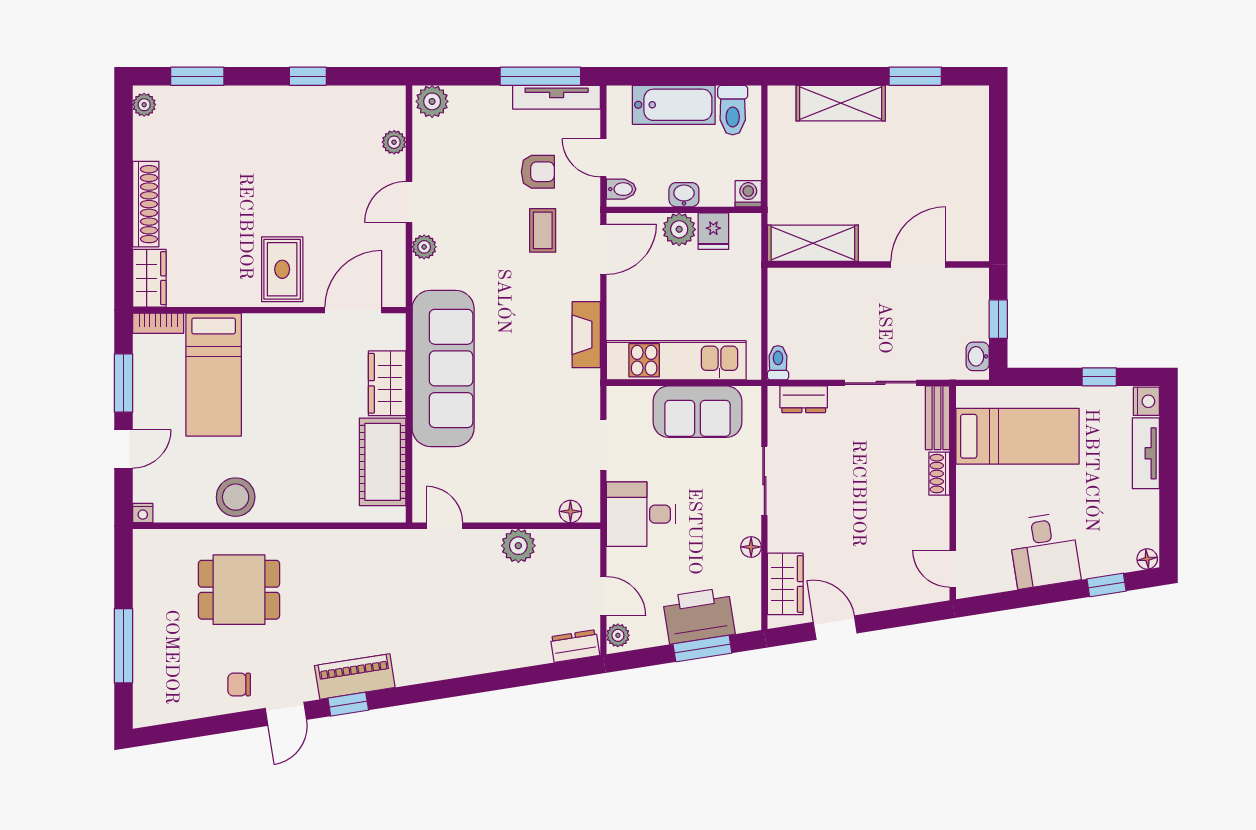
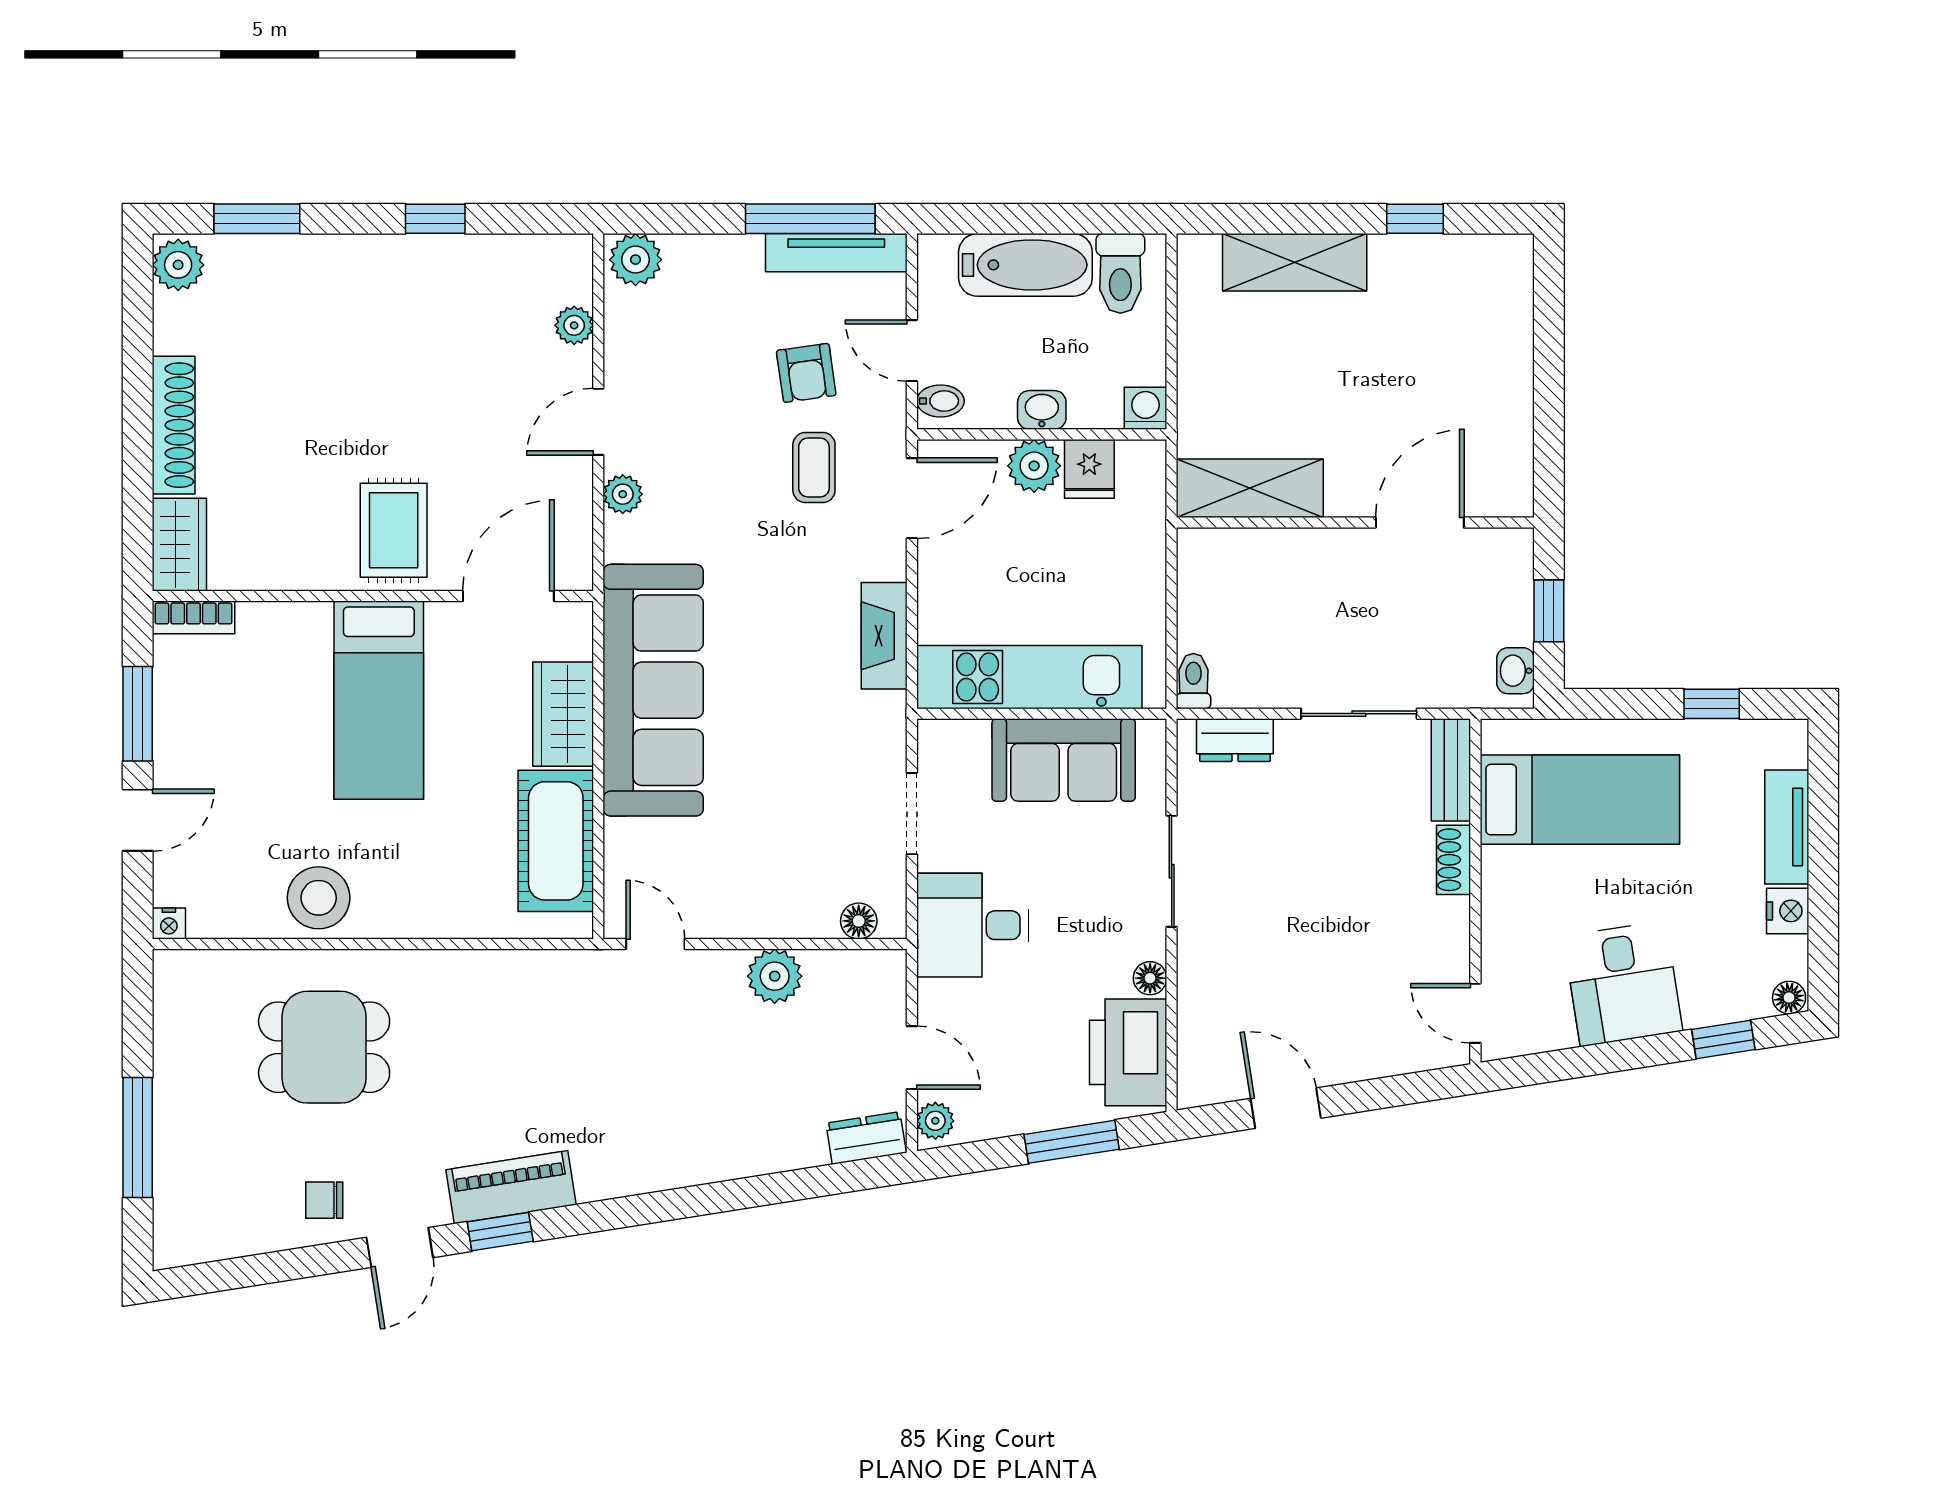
window: (915, 76) -> (1415, 219), width x0.67
plant: (144, 105) -> (178, 265), width x1.38, depth x1.38
armchair: (538, 172) -> (806, 373), turned 82
bed: (214, 375) -> (379, 700), moved
nightstand: (1146, 401) -> (1788, 911), moved
wardrobe: (785, 584) -> (1205, 1038), removed
printer: (699, 616) -> (1128, 1052), moved, turned -81

